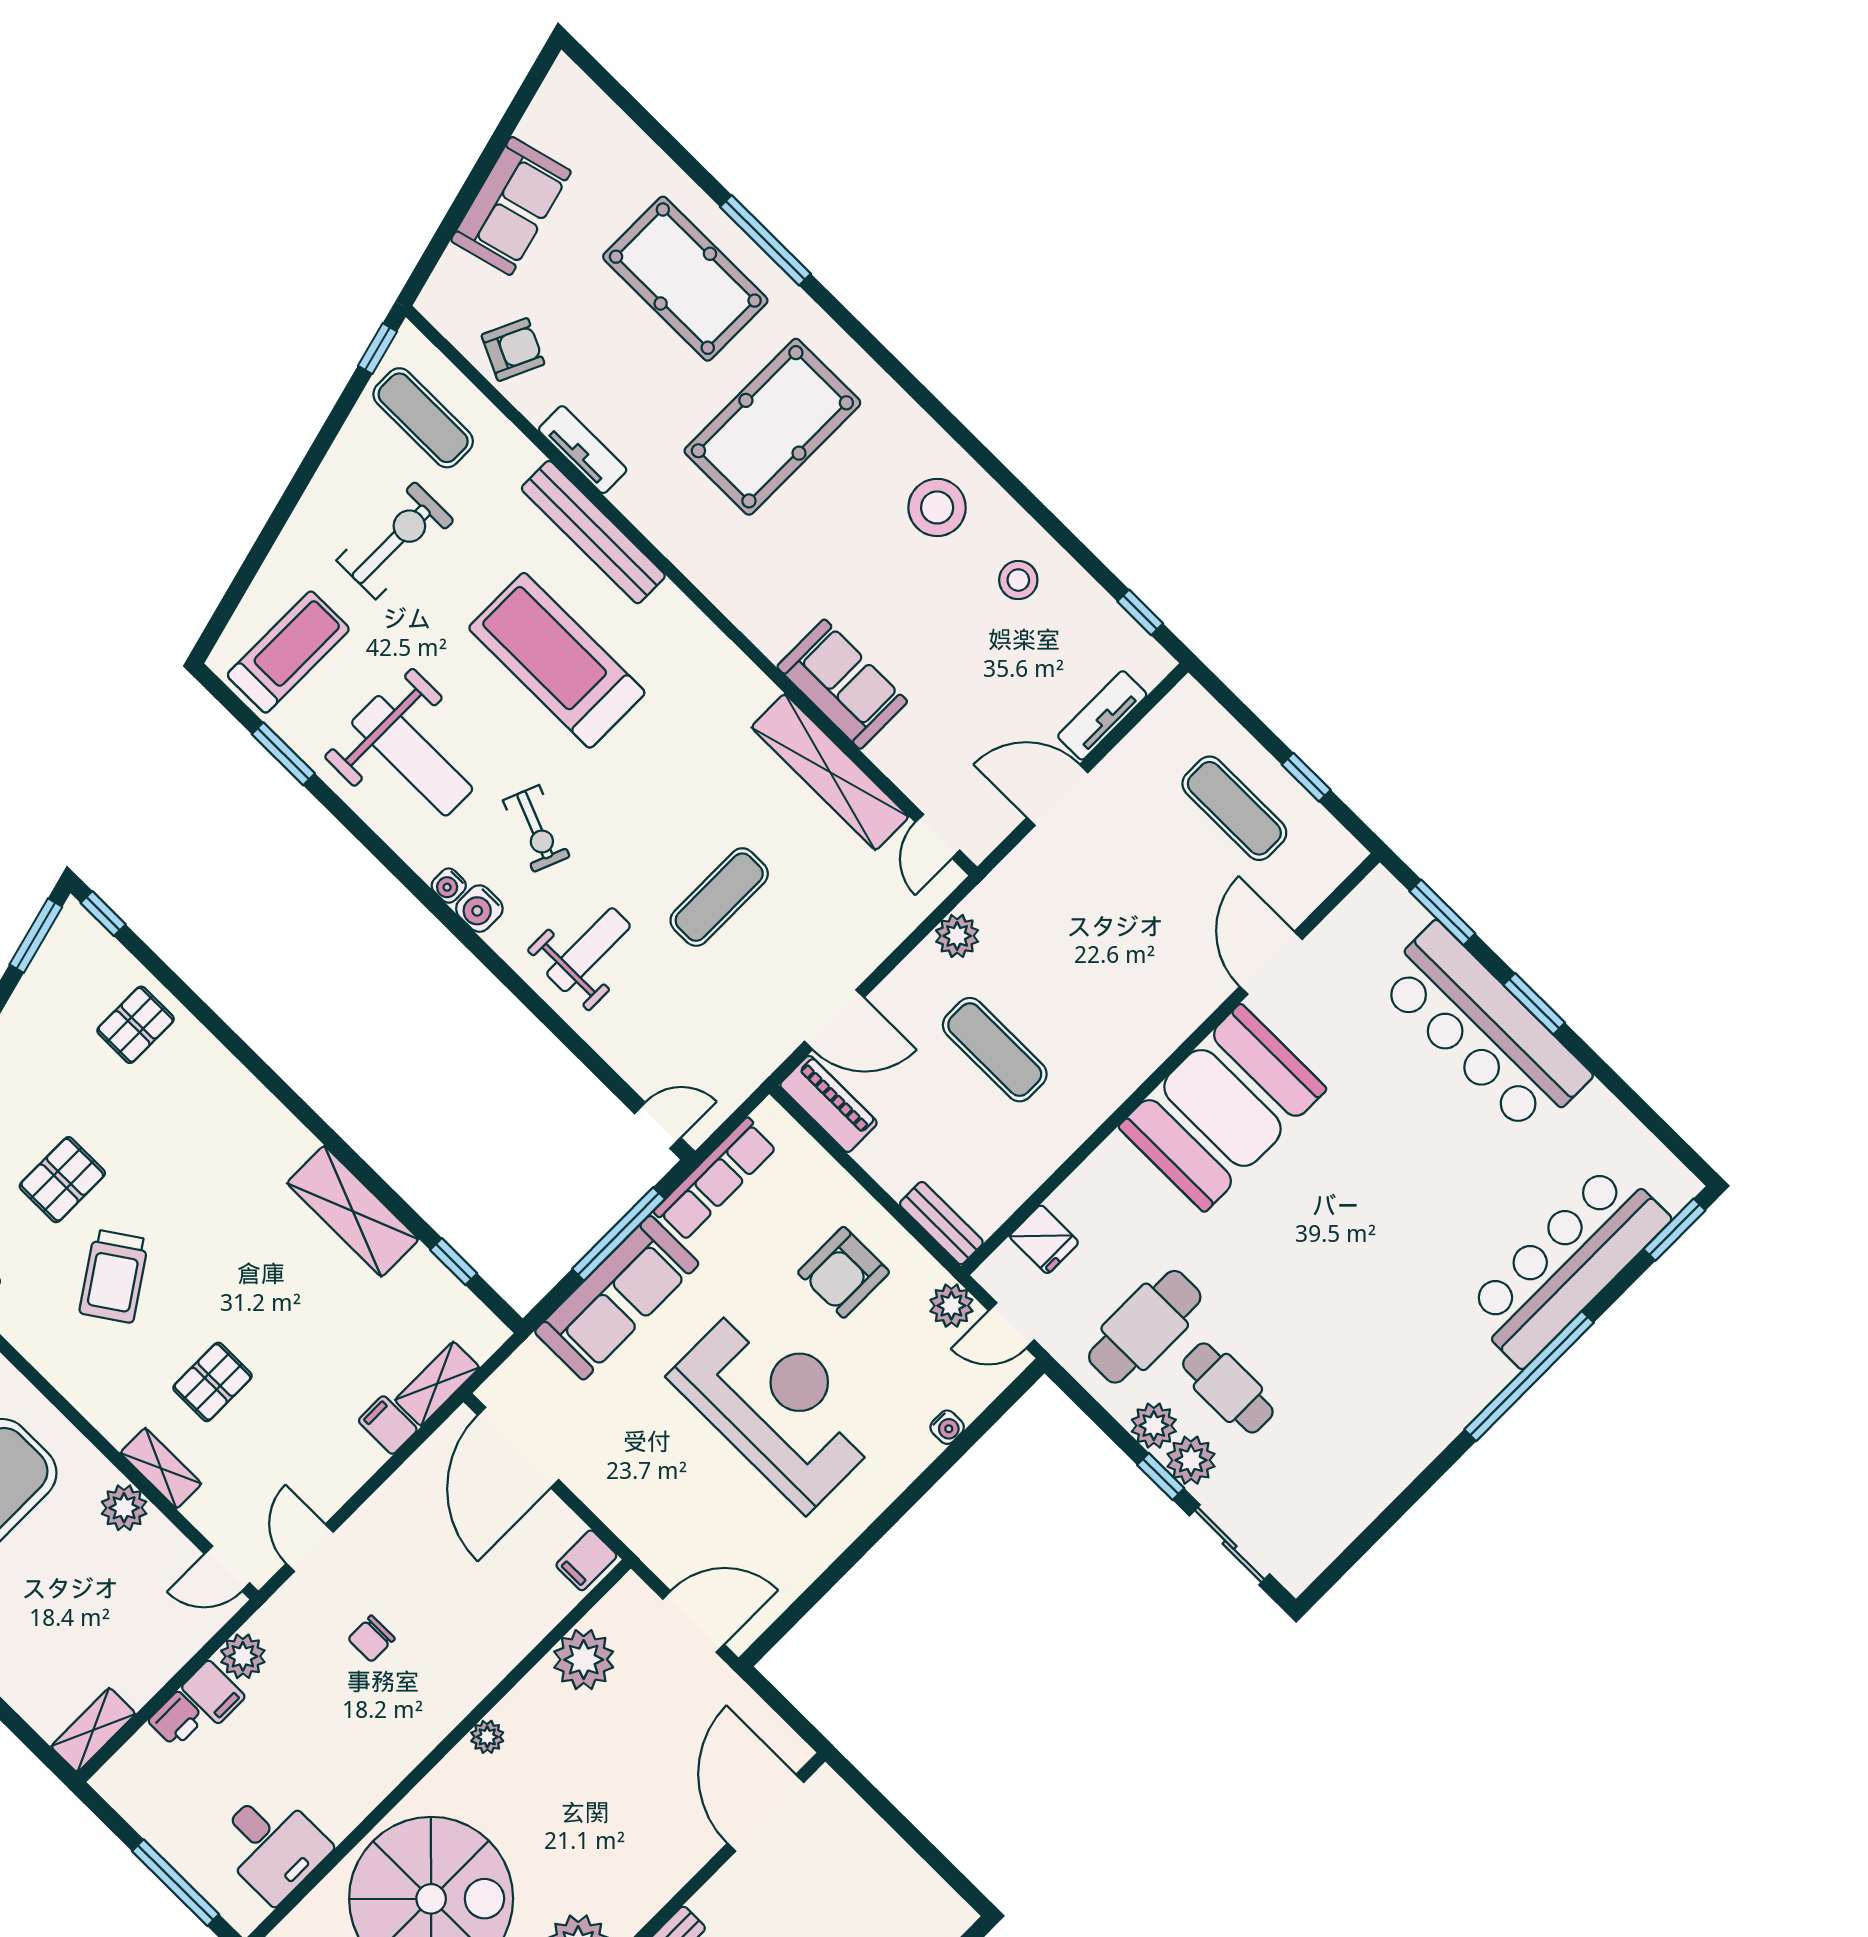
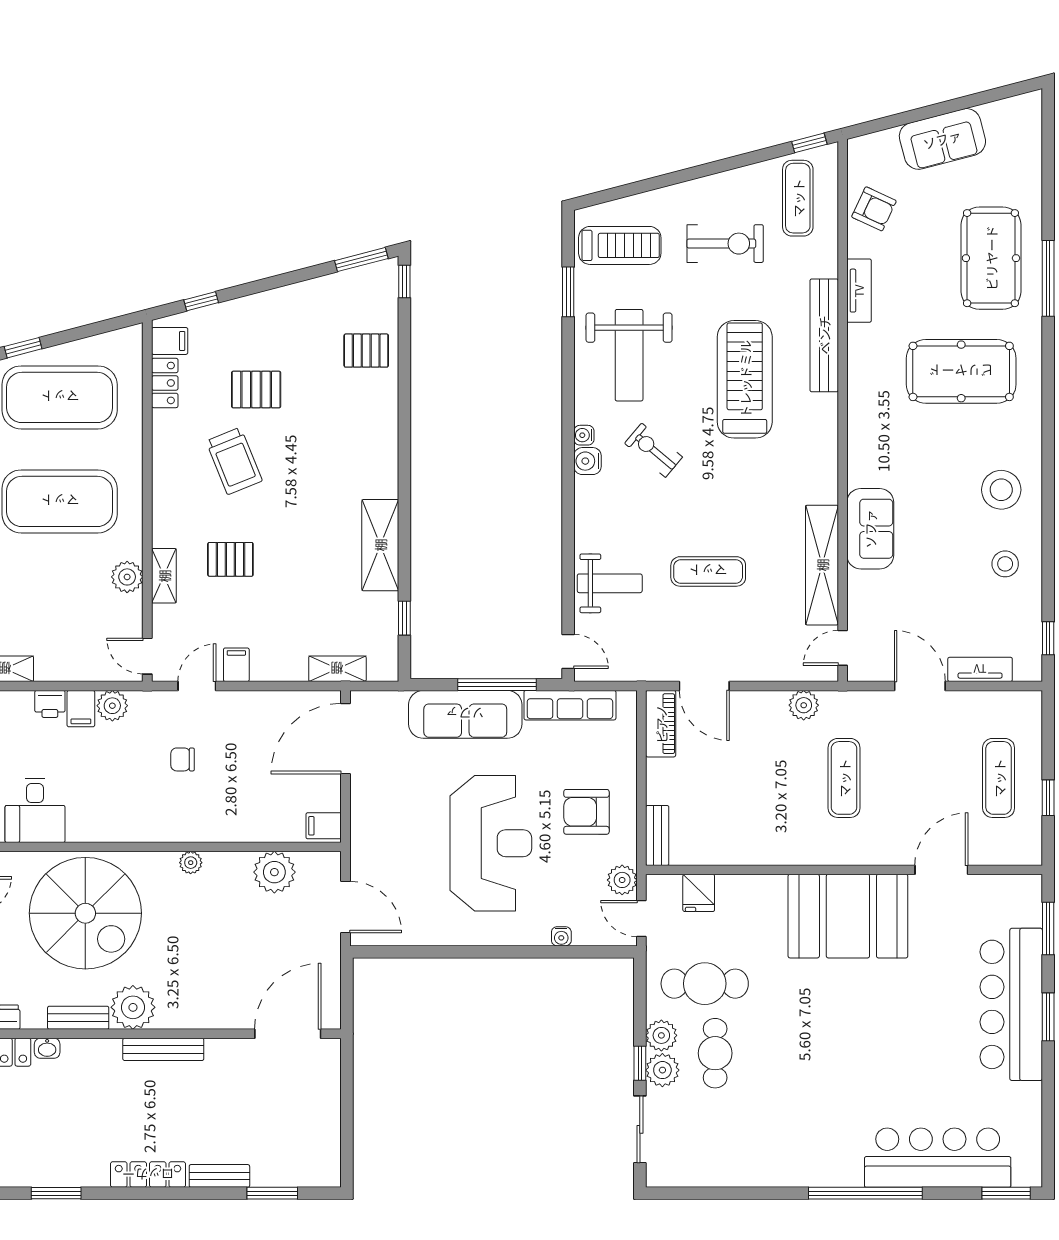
exercise bike: (536, 829) -> (654, 450), turned 108
weight bench: (589, 950) -> (610, 583), moved
exercise mat: (995, 1050) -> (844, 778), moved
trolley: (114, 1276) -> (234, 461), turned -78
filing cabinet: (388, 1425) -> (236, 665), moved

